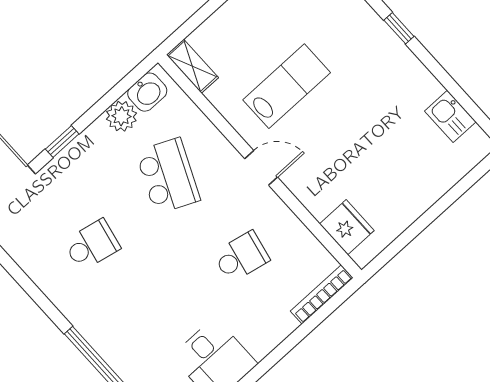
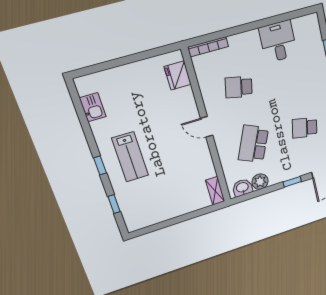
lab bench: (287, 86) -> (130, 157), moved, turned -90

